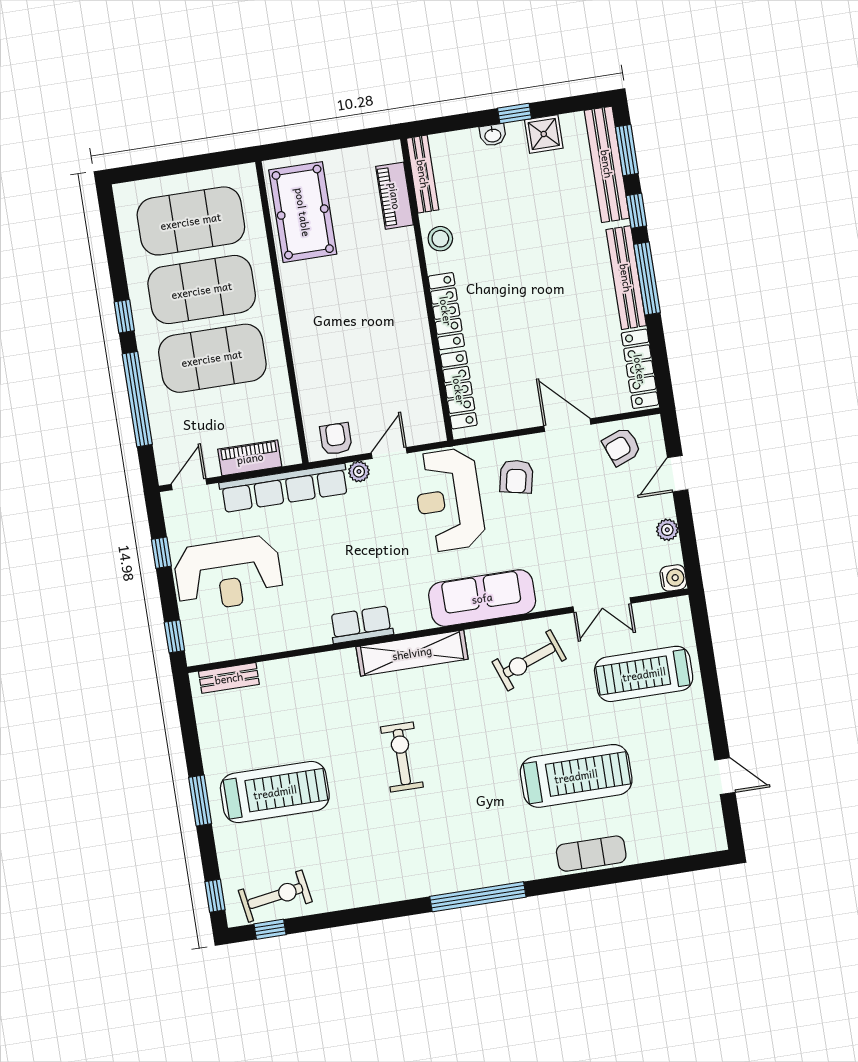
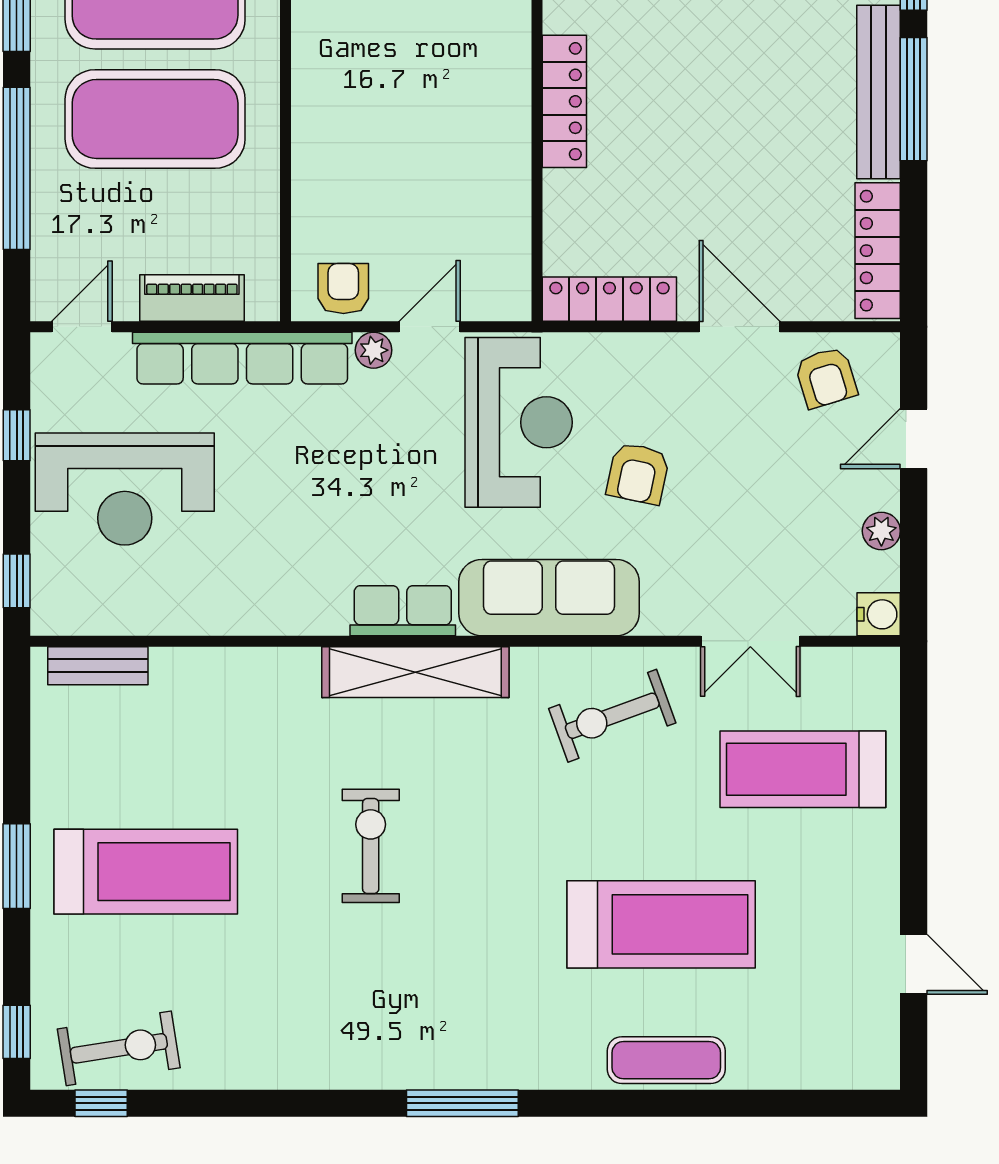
locker: (459, 390) -> (609, 299), moved, turned -90
armchair: (622, 447) -> (826, 378), turned -86
armchair: (516, 477) -> (638, 473), moved
reception desk: (449, 500) -> (519, 422), turned 180
row of seats: (361, 625) -> (403, 611), moved
window: (478, 897) -> (462, 1103), width x0.68

